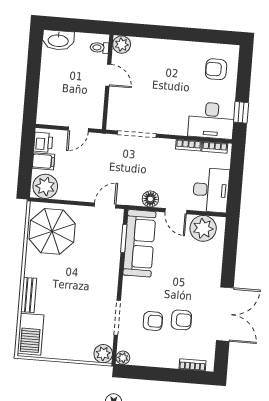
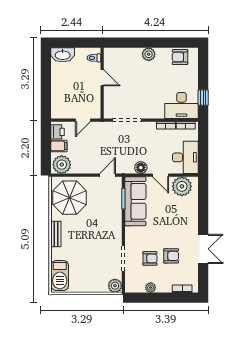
plant: (122, 45) -> (149, 54), moved
armchair: (216, 69) -> (180, 57), moved
bench: (29, 295) -> (56, 234), moved
double door: (225, 314) -> (203, 249), width x0.73
plant: (123, 358) -> (151, 288), moved

